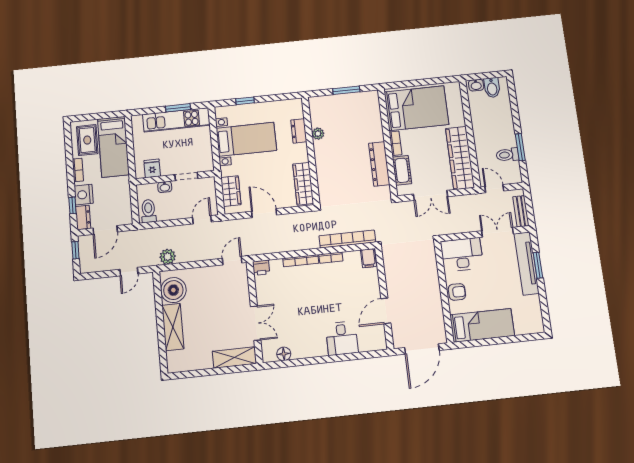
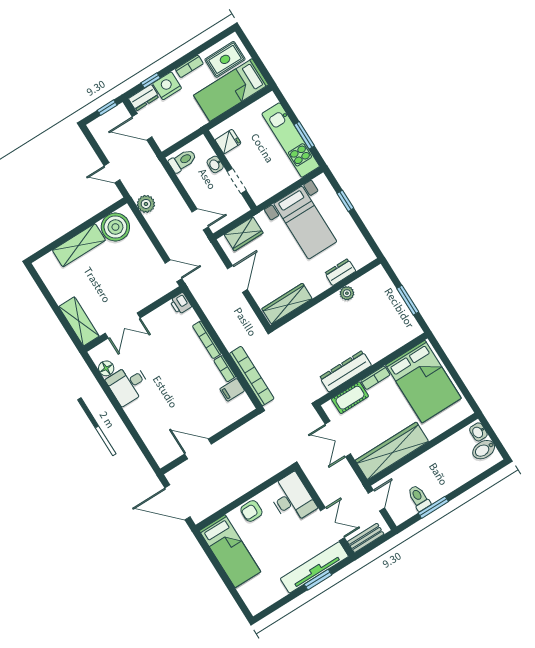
filing cabinet: (368, 258) -> (232, 390), moved
armchair: (457, 292) -> (251, 511), turned 90
desk: (342, 338) -> (128, 384), moved

